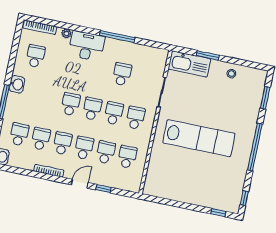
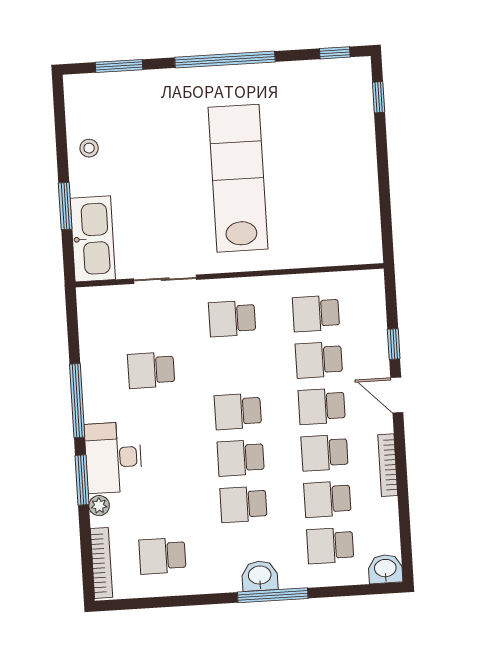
window: (80, 29) -> (82, 480), added
washbasin: (17, 84) -> (260, 576), moved
school desk: (114, 113) -> (243, 504), moved

